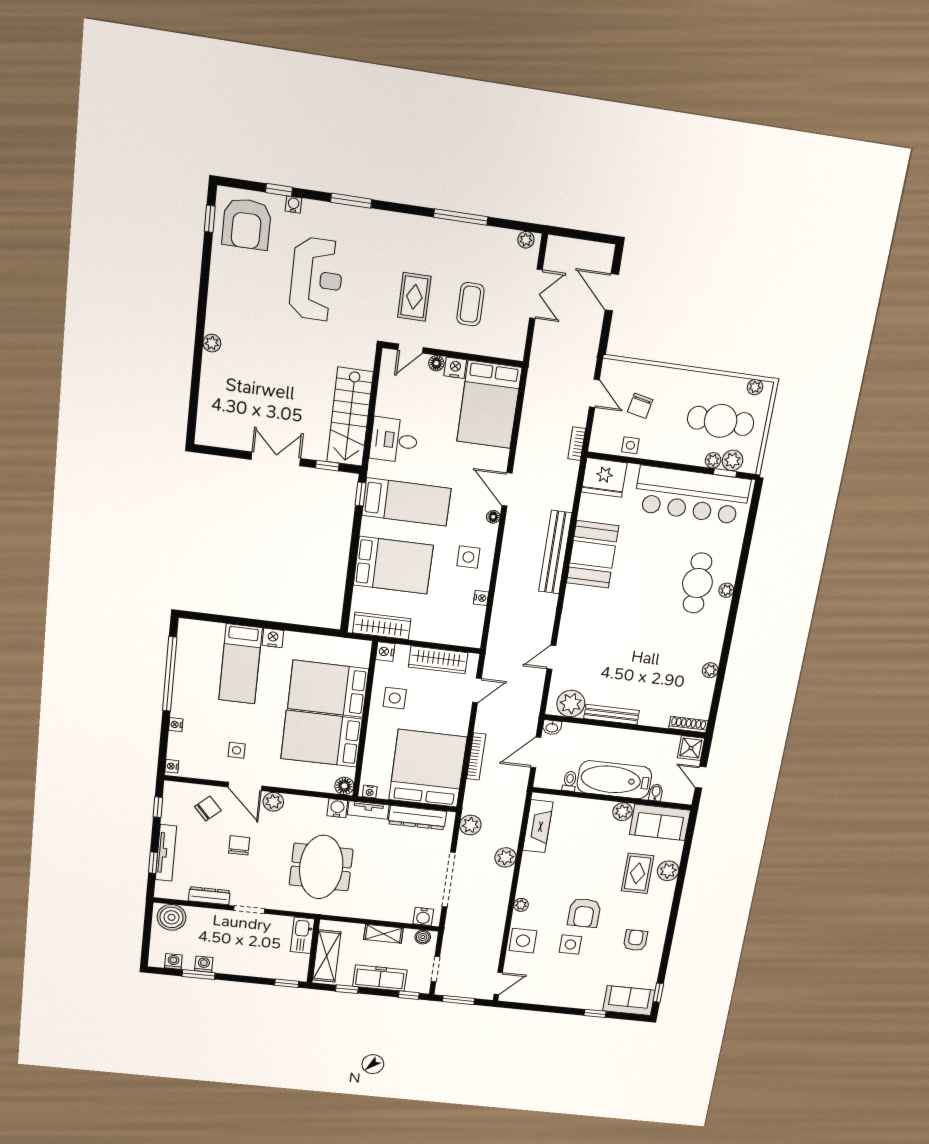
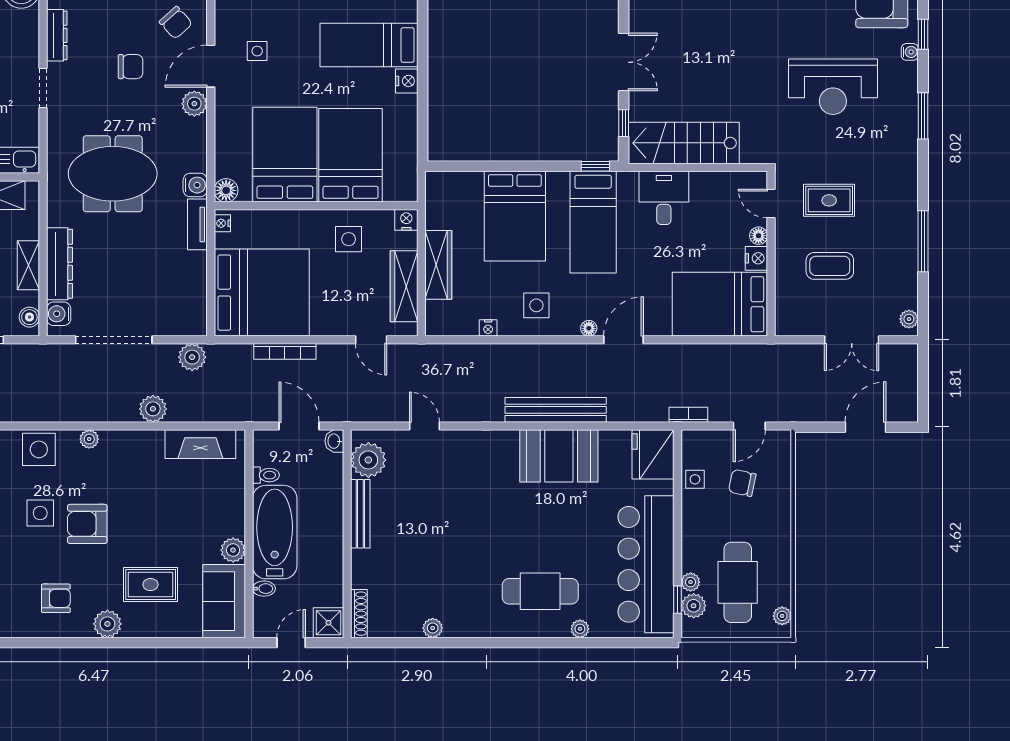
plant: (726, 590) -> (580, 629), moved
wardrobe: (382, 626) -> (438, 265), moved
dresser: (417, 818) -> (60, 264), moved, turned 180
plant: (668, 871) -> (107, 624), moved

